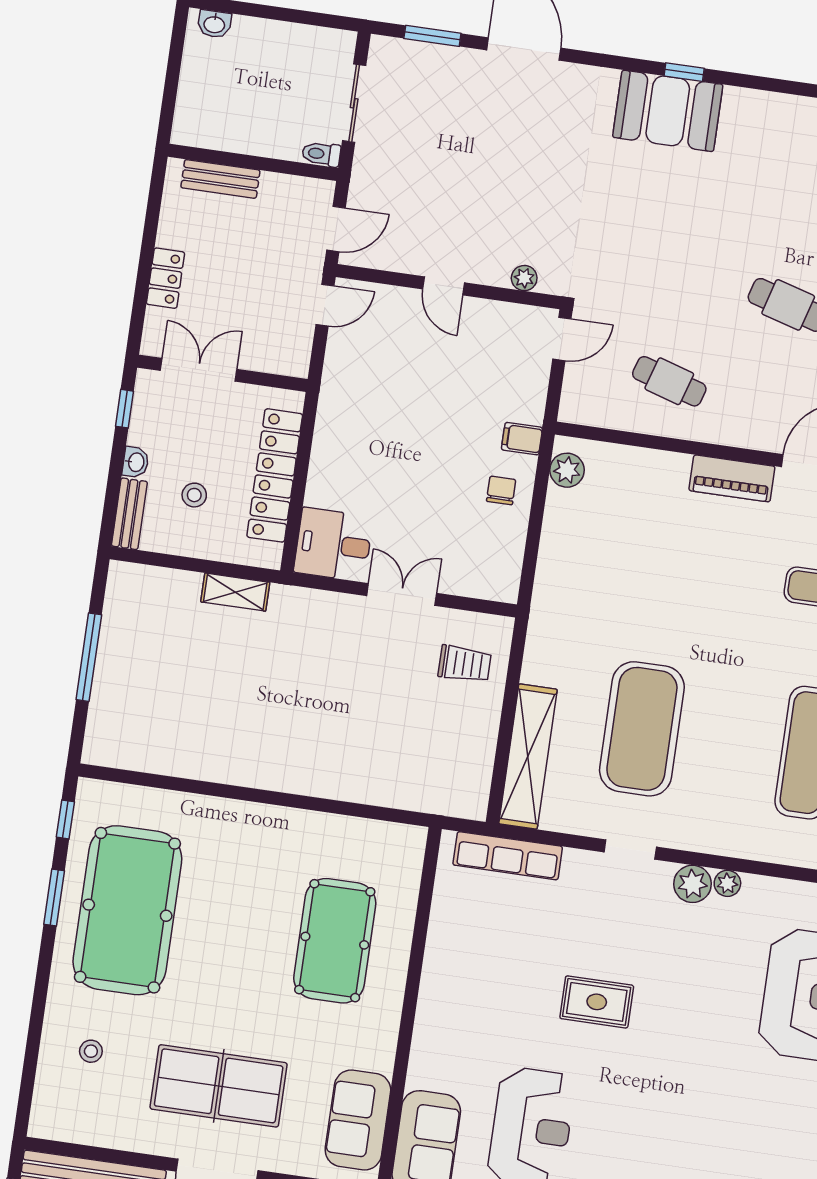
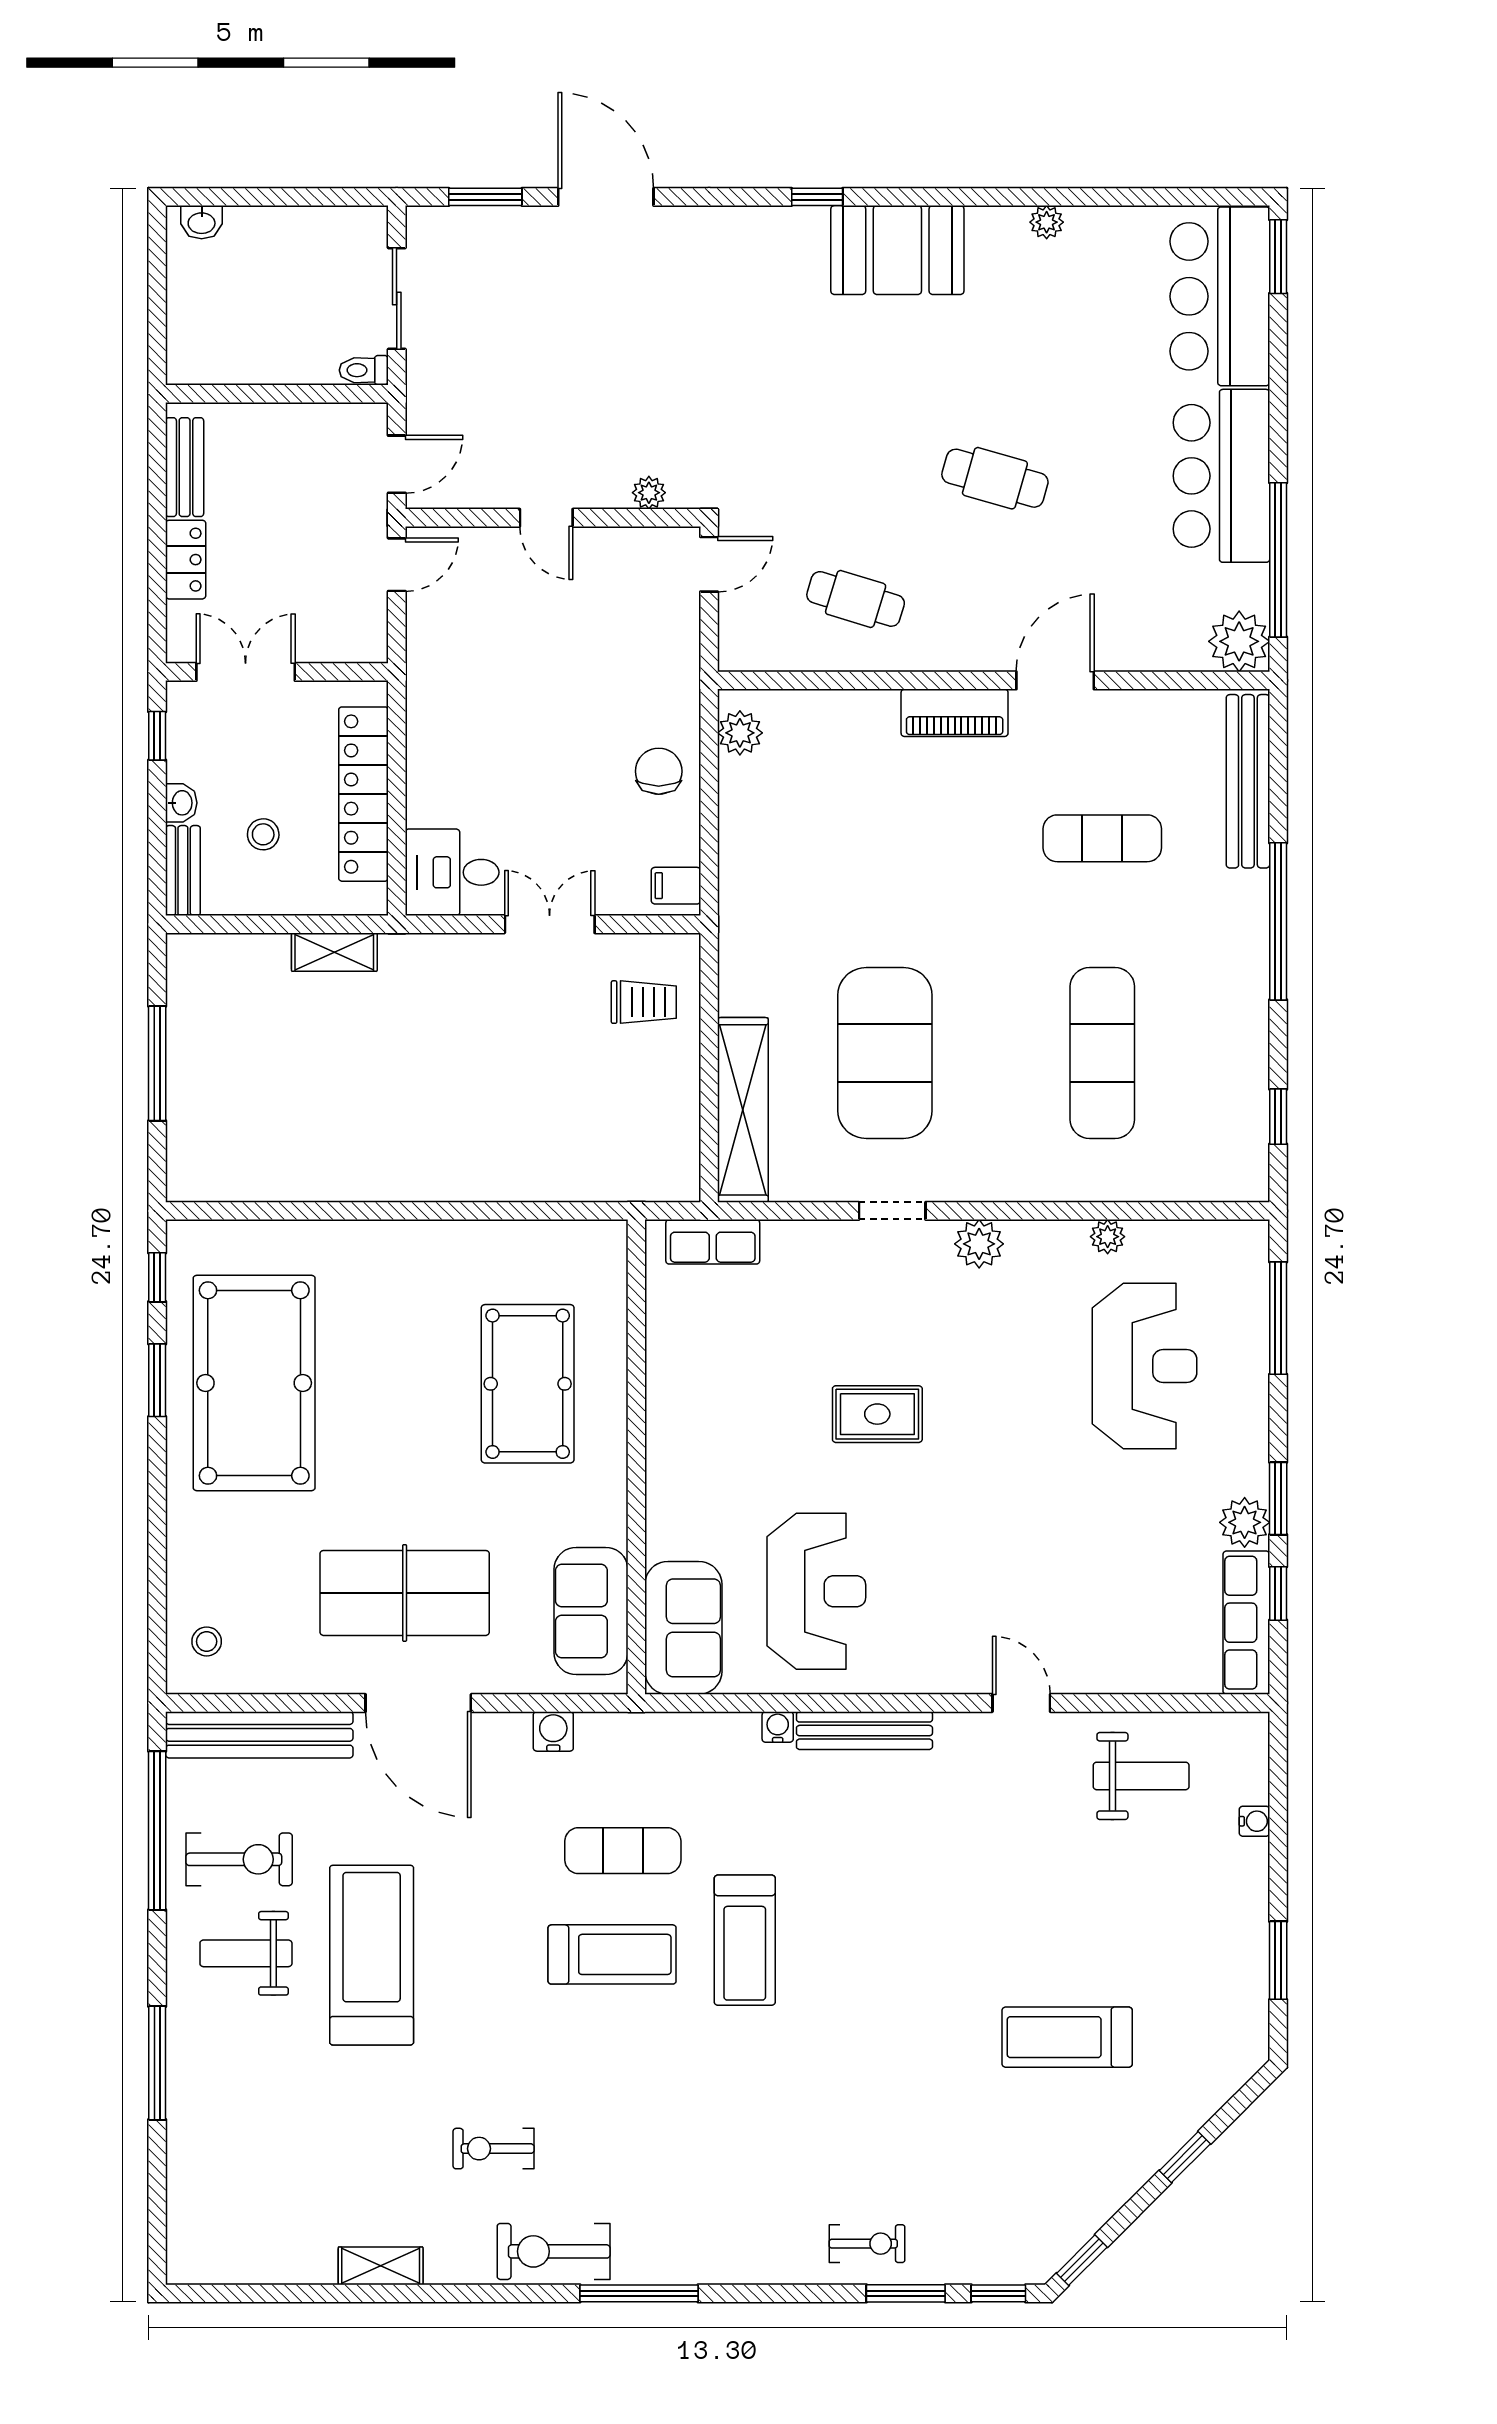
booth: (668, 111) -> (897, 250), moved
bench: (220, 179) -> (185, 467), moved, turned 90
filing cabinet: (522, 439) -> (676, 886), moved
chair: (501, 490) -> (659, 771), width x1.37, depth x1.37
row of seats: (508, 856) -> (713, 1242), width x0.68
plant: (727, 883) -> (1108, 1237), moved
stool: (91, 1051) -> (207, 1641), moved

